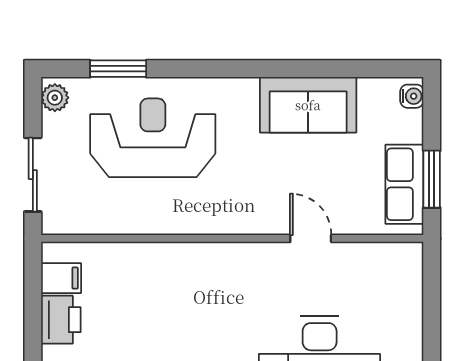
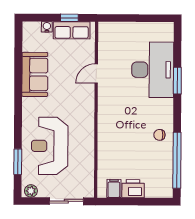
water cooler: (412, 96) -> (47, 27), moved
window: (432, 179) -> (69, 18), width x0.67

